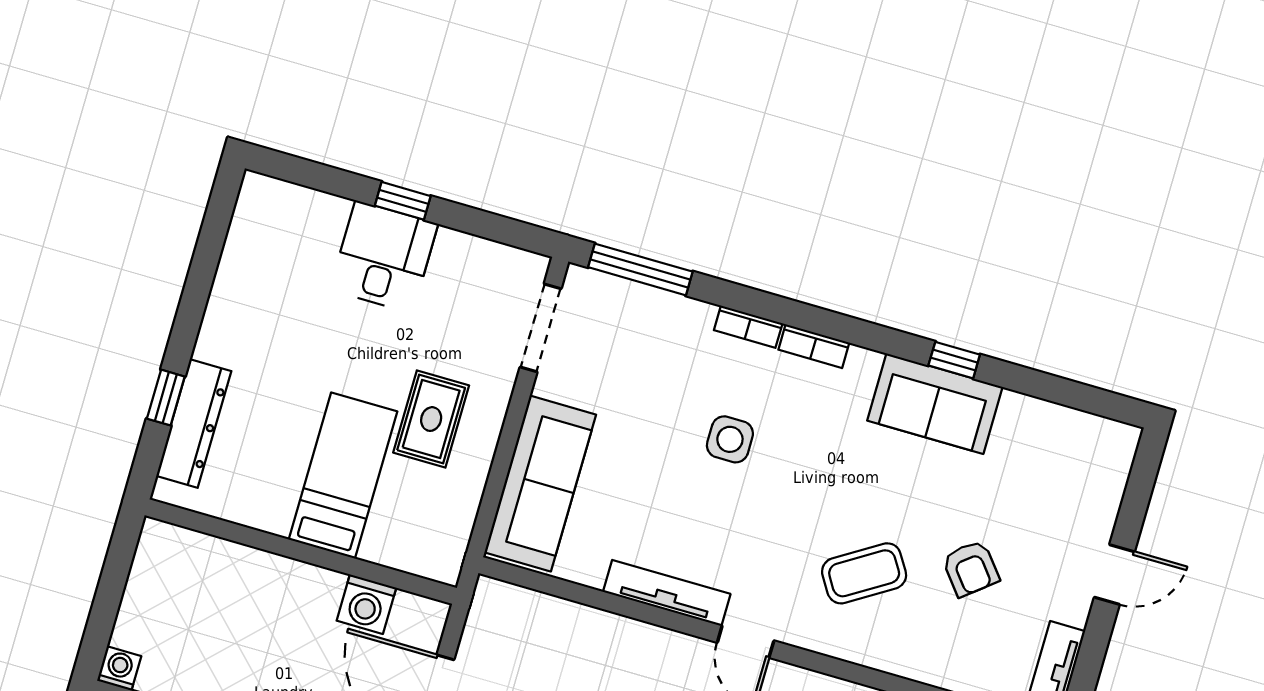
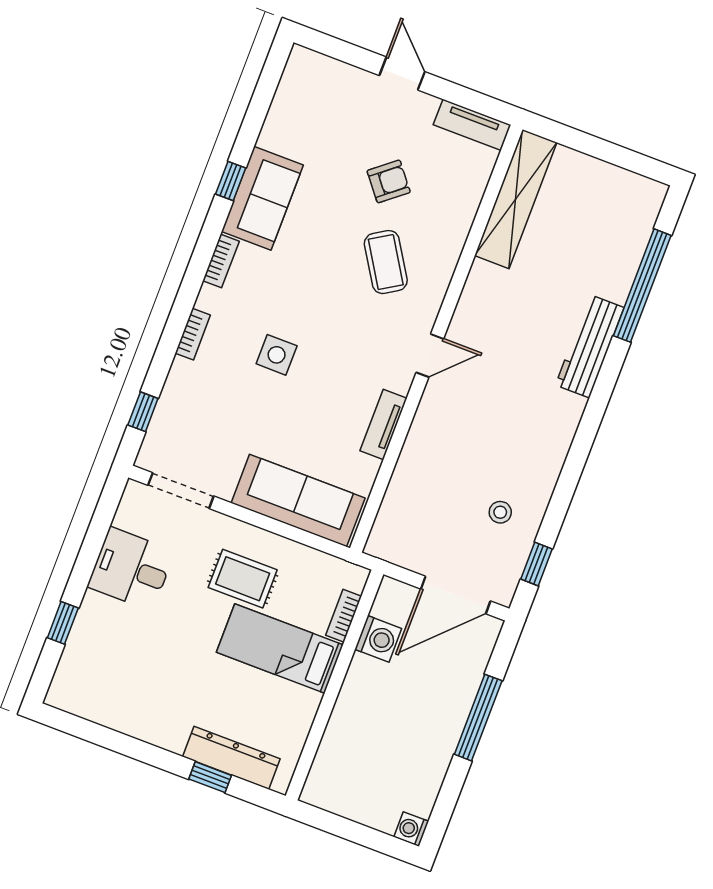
window: (403, 201) -> (63, 623), moved
desk: (384, 257) -> (131, 569), moved
window: (640, 269) -> (143, 412), width x0.46
bookcase: (814, 346) -> (221, 261), moved
bookcase: (393, 556) -> (344, 616), added
tv unit: (667, 593) -> (383, 425), width x0.71

